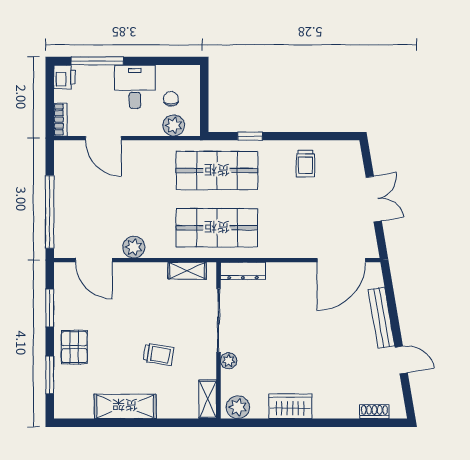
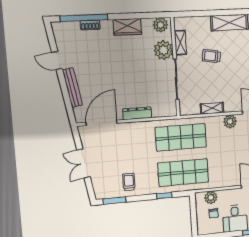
window: (330, 136) -> (114, 201), added
shelving: (187, 271) -> (212, 108), moved
dresser: (243, 271) -> (137, 113), moved
plant: (229, 361) -> (163, 50), width x1.87, depth x1.87
shelving: (208, 399) -> (180, 43), moved
shoe rack: (374, 412) -> (90, 25), moved
window: (356, 423) -> (84, 18), added

